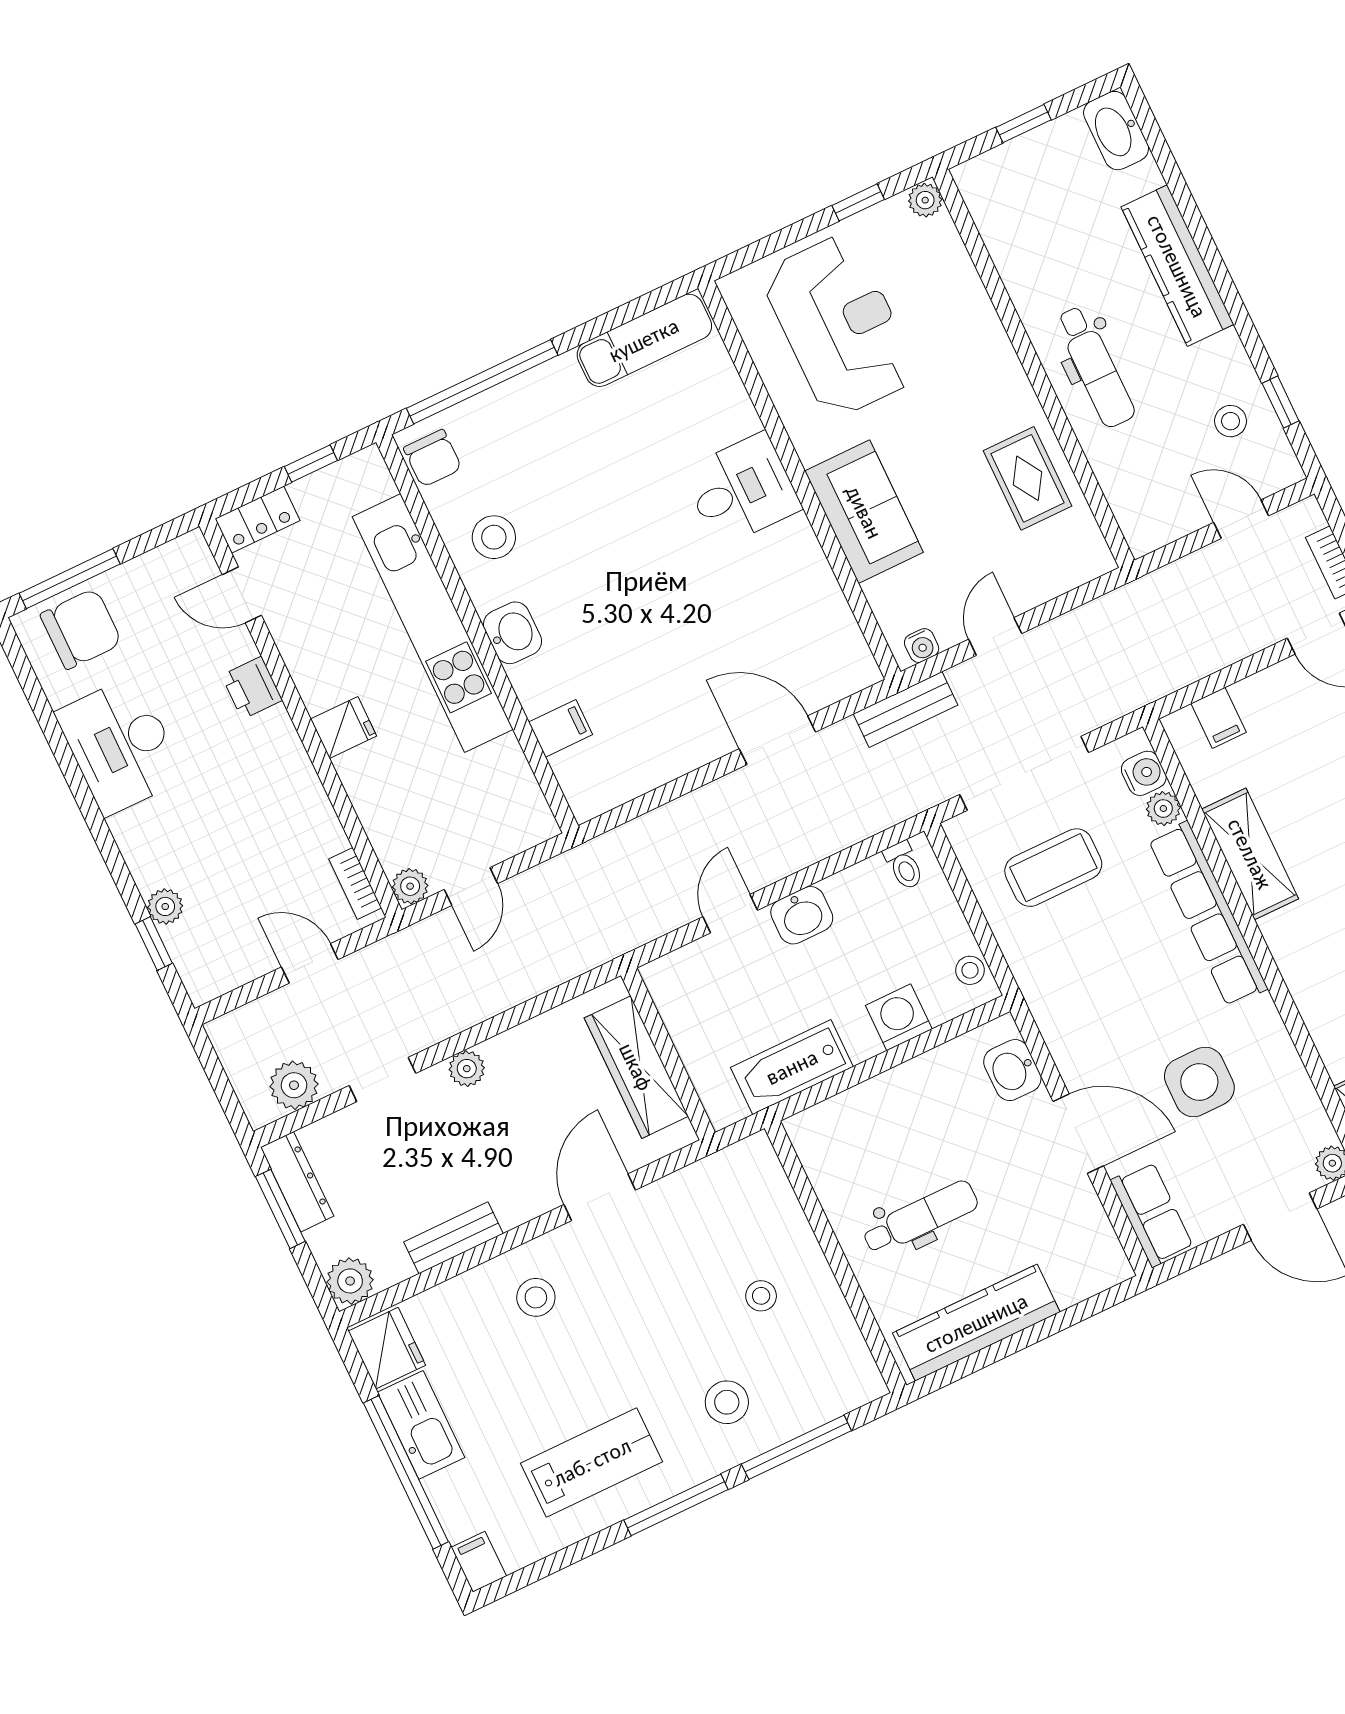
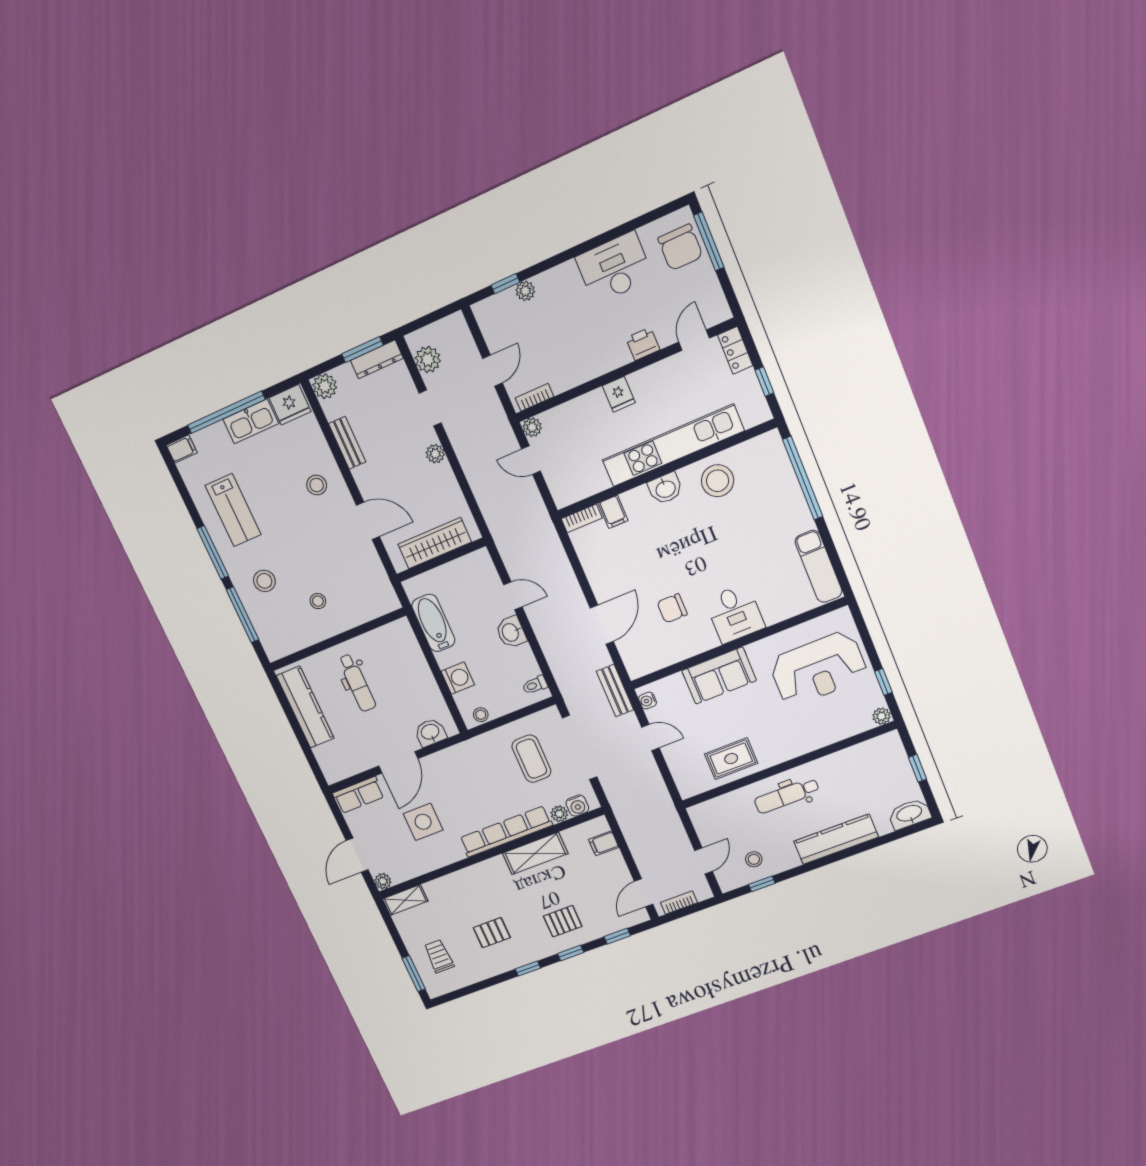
chair: (433, 458) -> (672, 608), moved
stool: (494, 537) -> (718, 481), width x1.38, depth x1.38
bookcase: (576, 787) -> (582, 518), added

